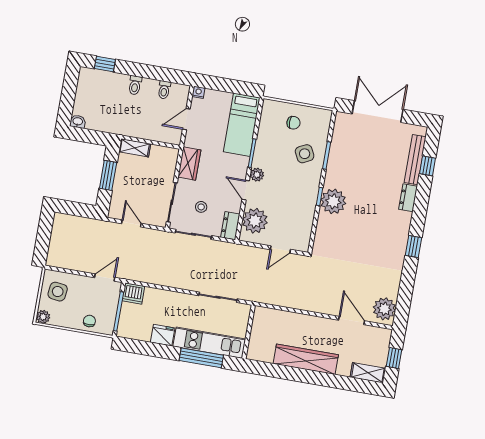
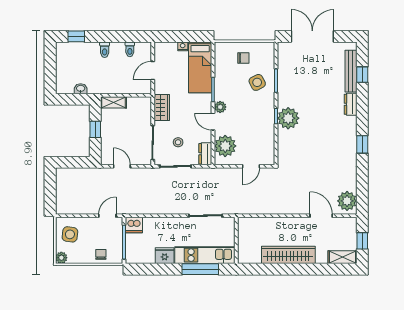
nightstand: (198, 92) -> (183, 46), moved
washbasin: (78, 122) -> (81, 89), moved
window: (108, 175) -> (95, 129), width x0.67

